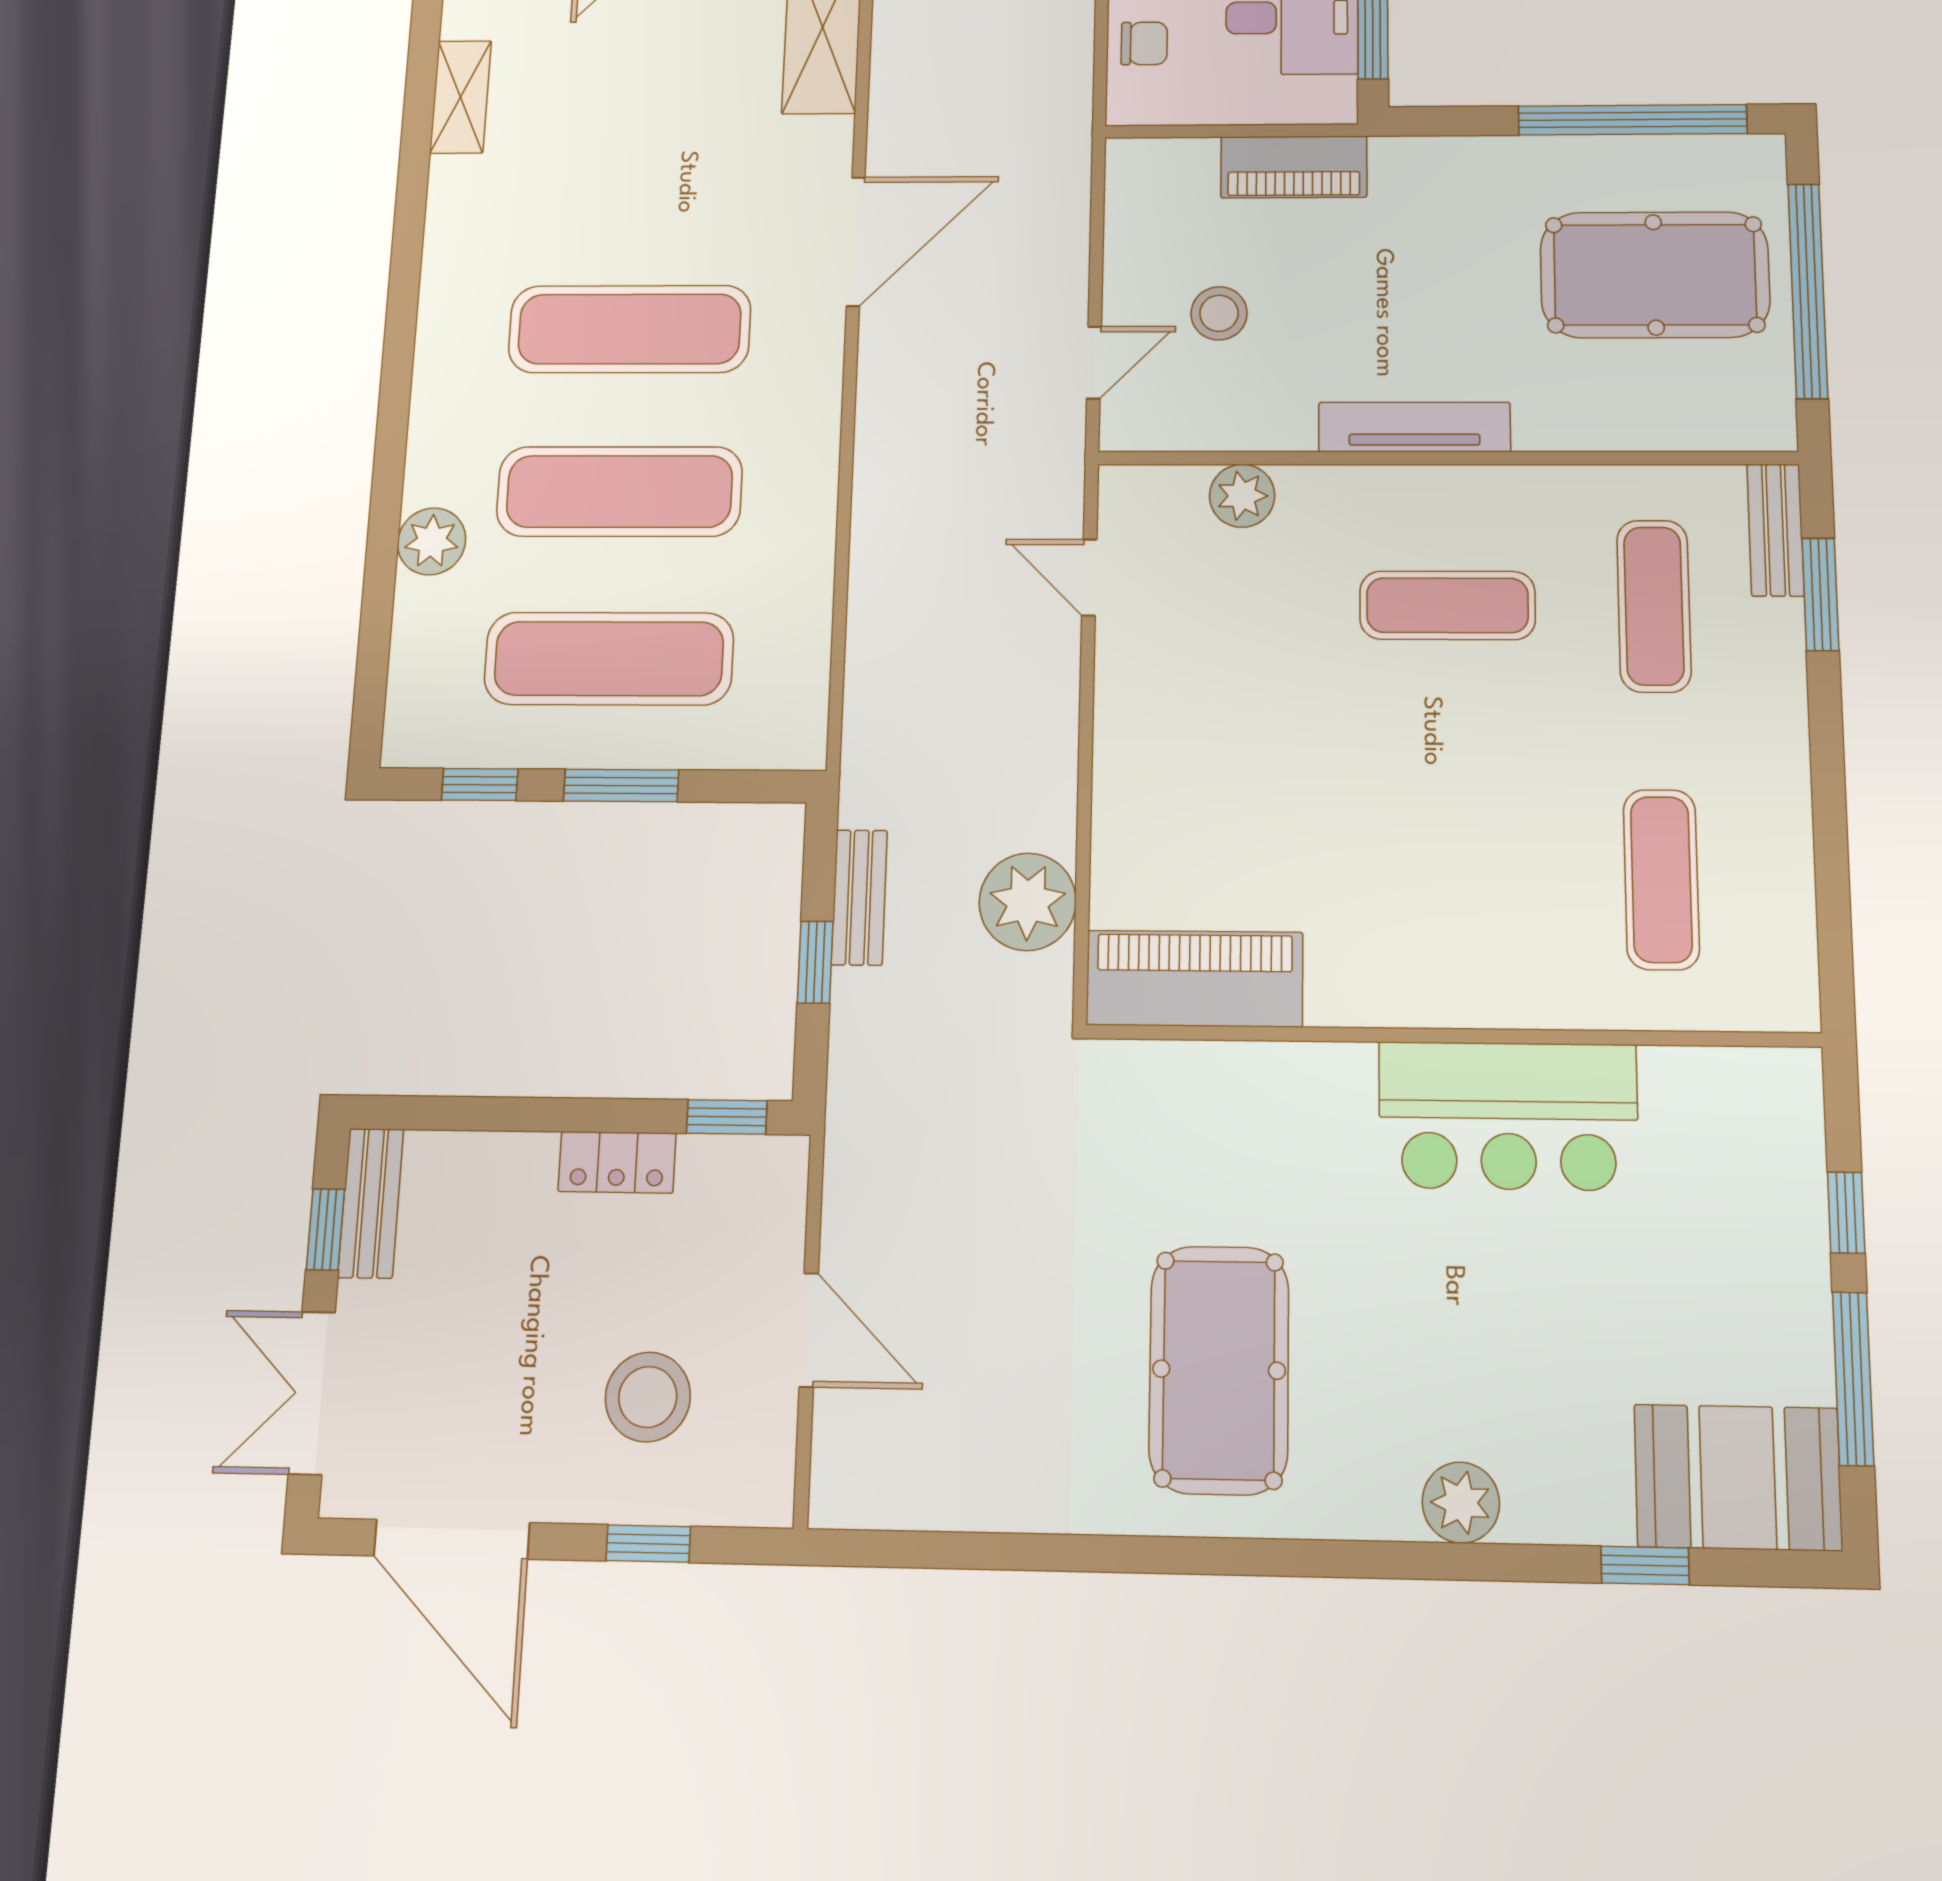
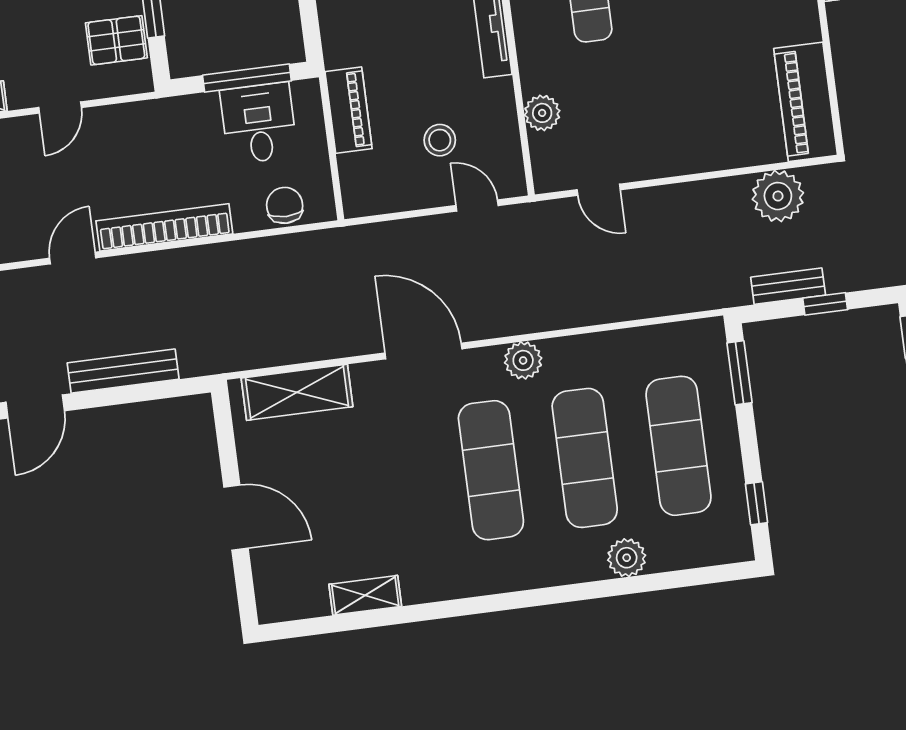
chair: (1144, 43) -> (285, 205), width x1.37, depth x1.37
plant: (809, 407) -> (523, 360), added
door: (1089, 578) -> (599, 190), hinge flipped
window: (621, 785) -> (739, 373), moved

